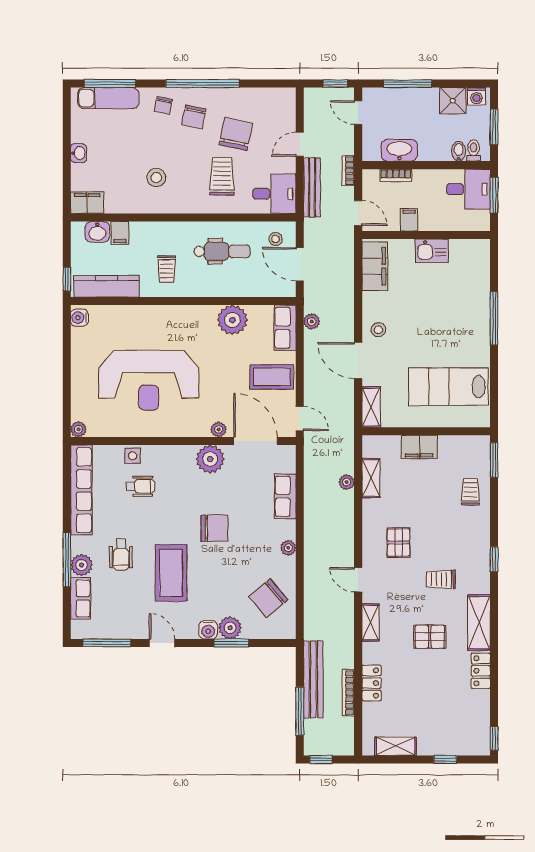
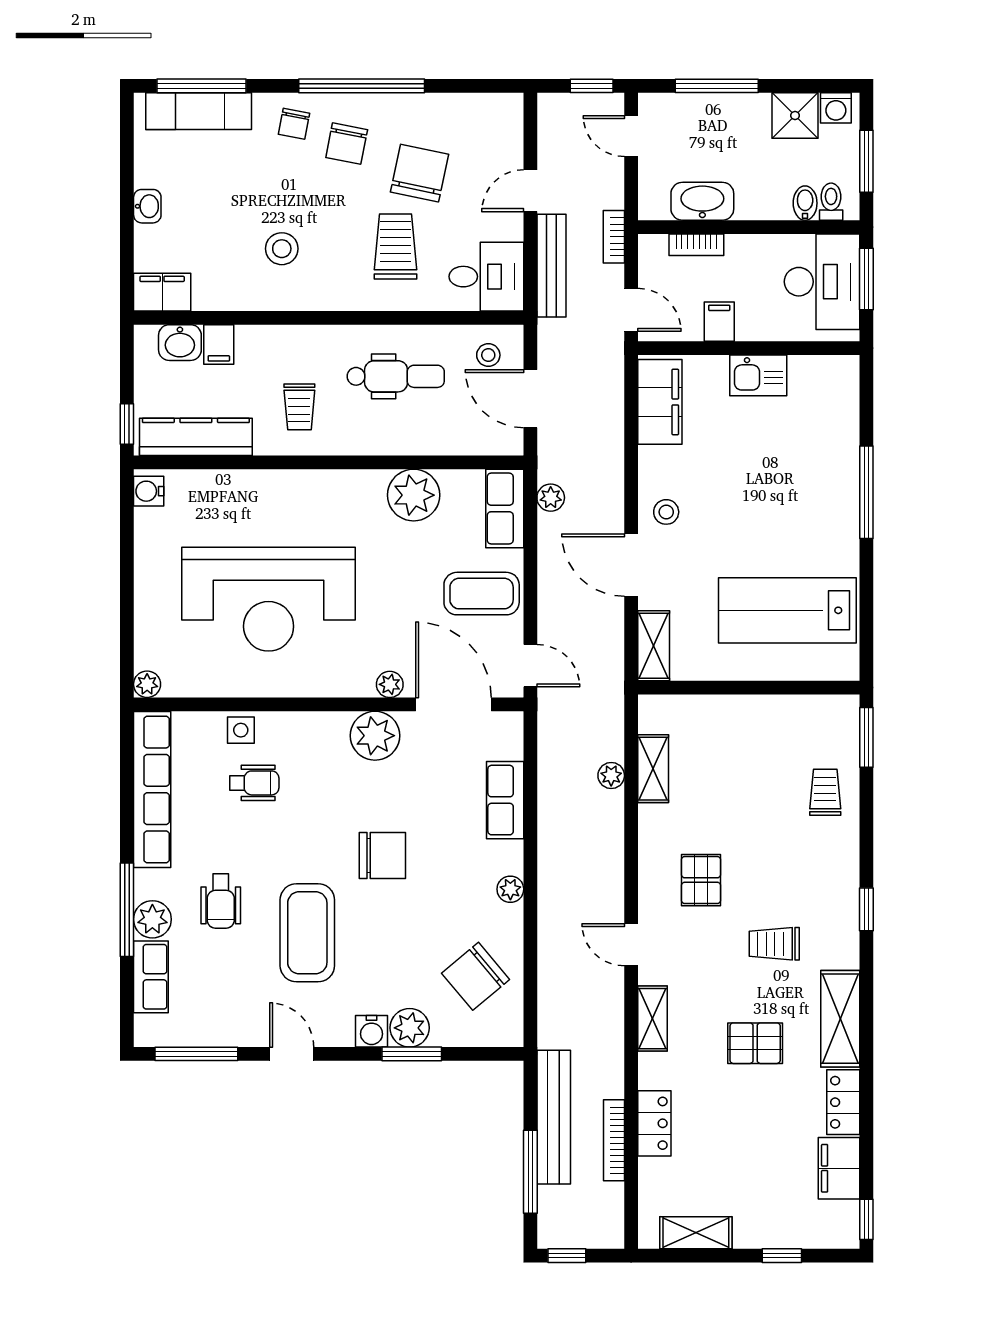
desk: (468, 189) -> (822, 282), width x1.37
filing cabinet: (419, 447) -> (839, 1168), moved, turned 90

